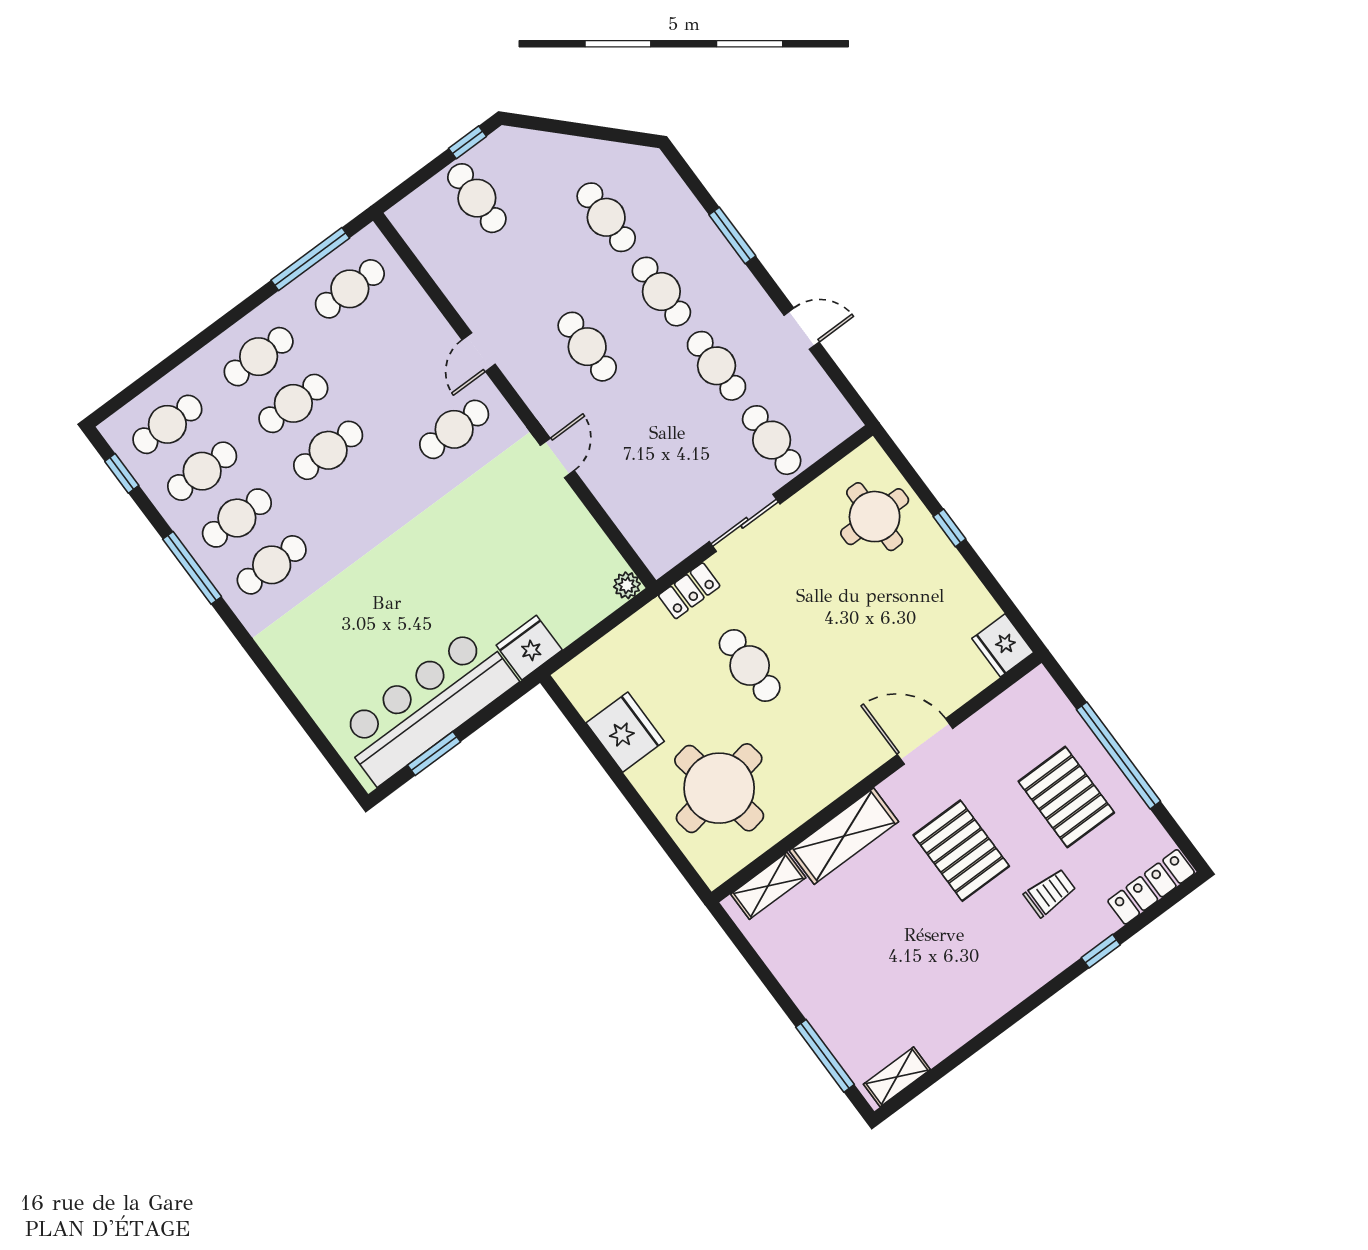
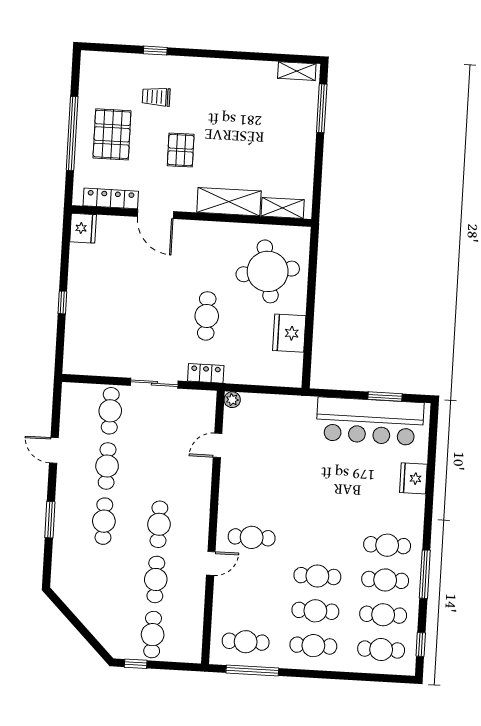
cafe table: (606, 217) -> (156, 579), moved
door: (557, 458) -> (218, 445), moved
round table: (875, 517) -> (92, 336), removed
fridge: (529, 648) -> (413, 478), moved, turned 90
pallet: (961, 851) -> (181, 150), width x0.67, depth x0.71
locker: (1151, 887) -> (111, 198), moved, turned 180

